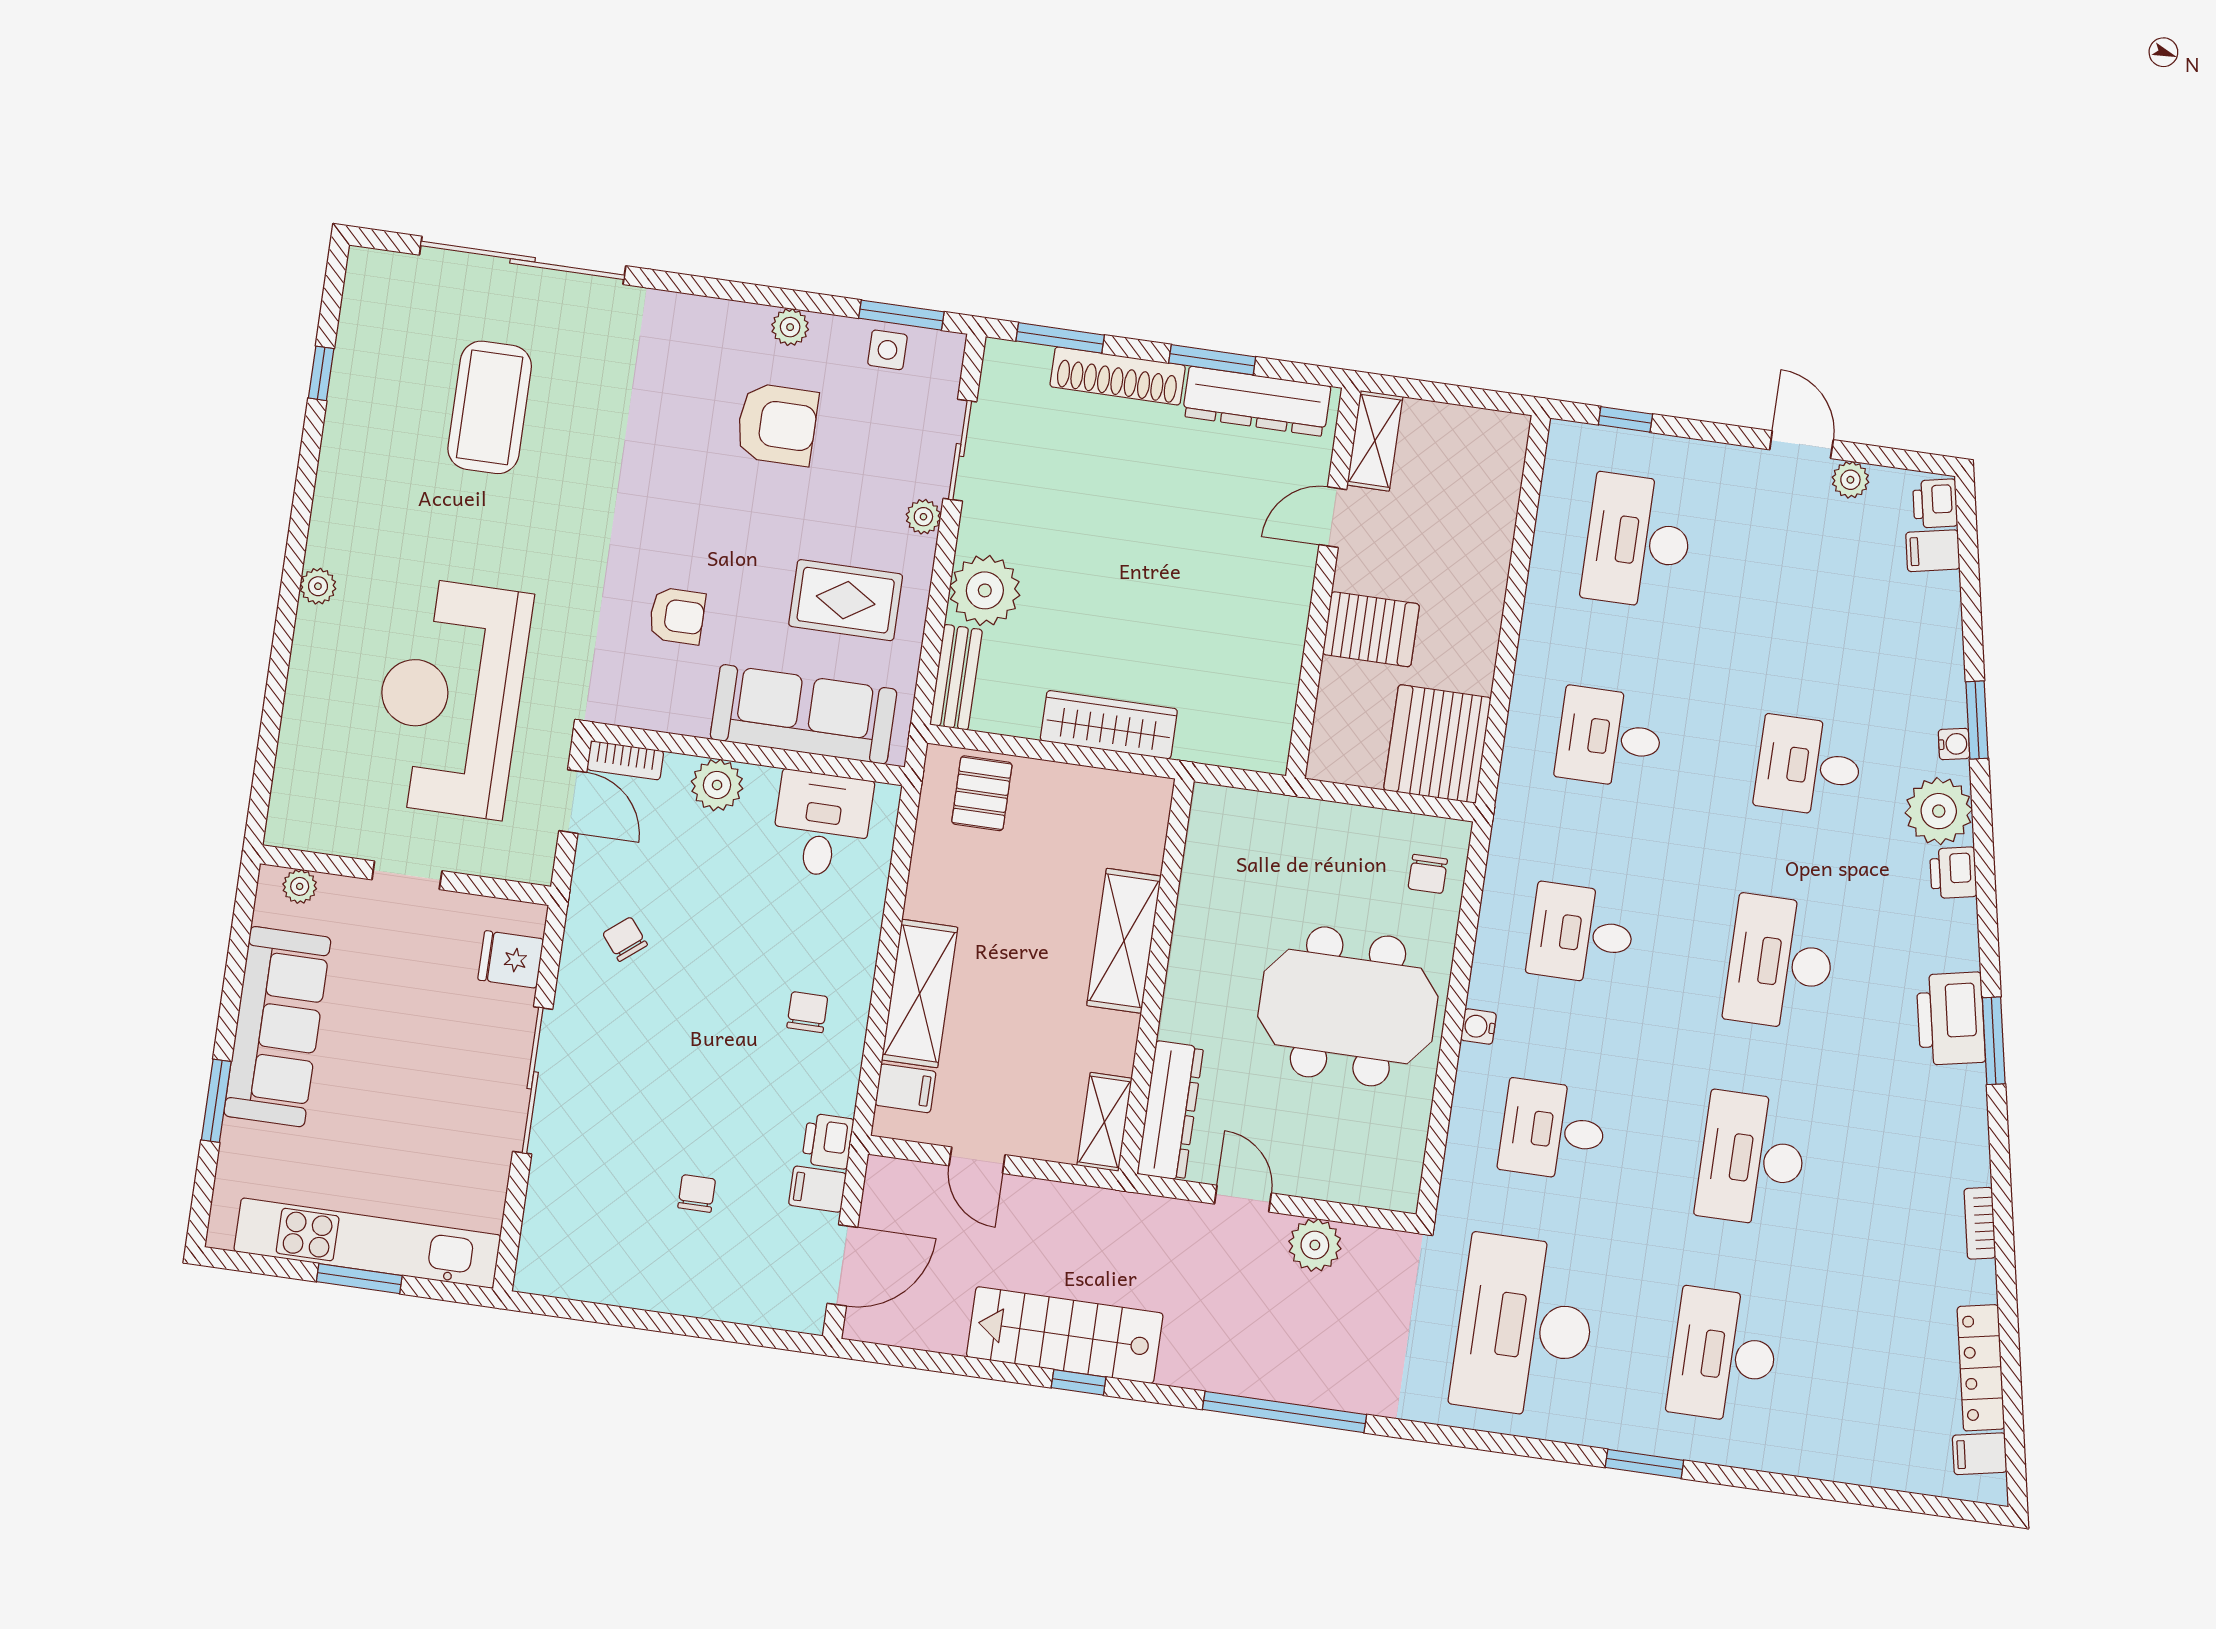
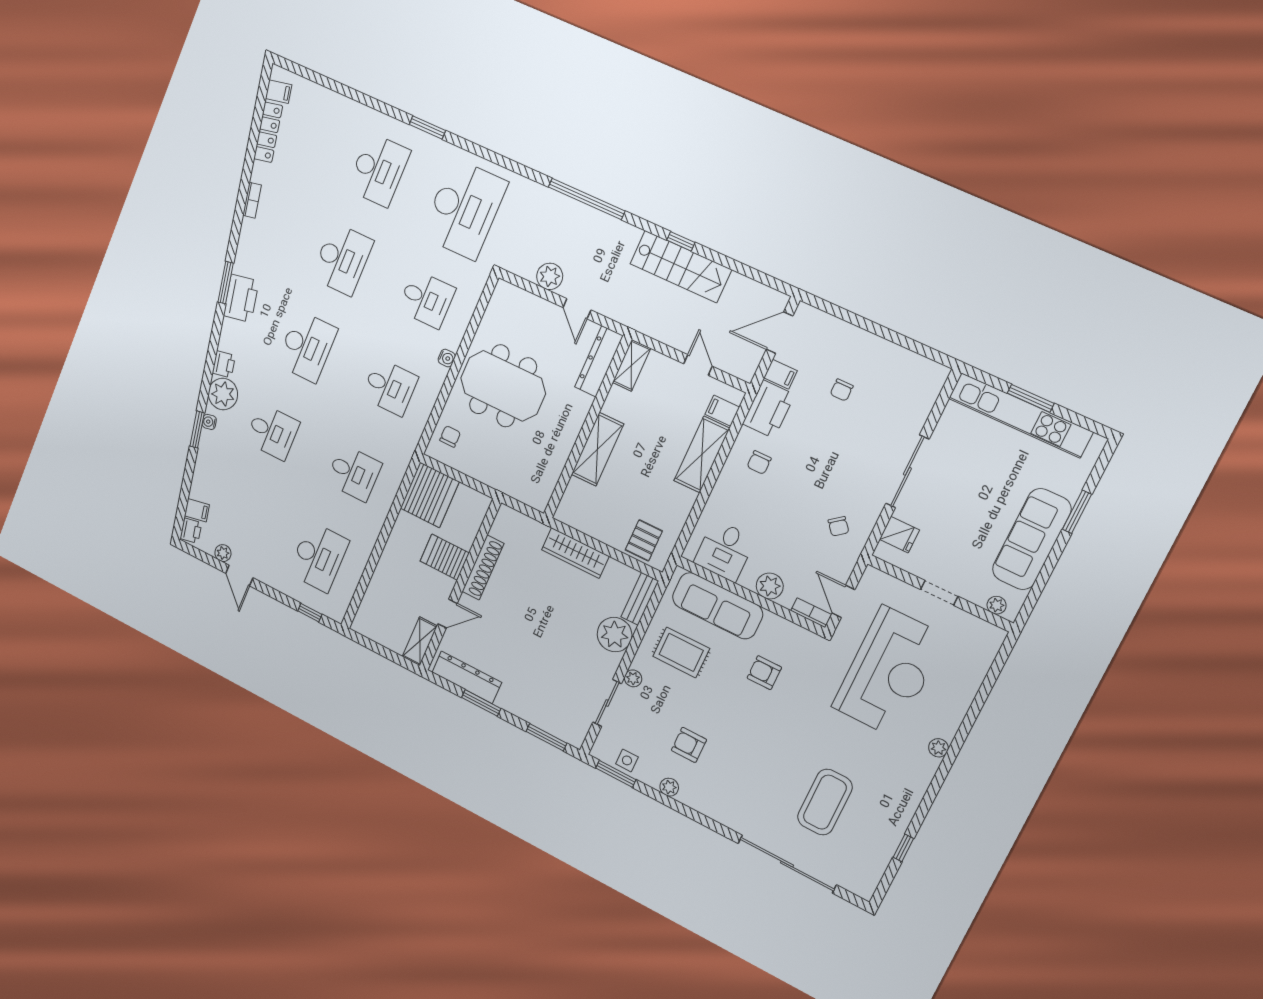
shoe rack: (1118, 376) -> (483, 567), moved, turned 90
armchair: (777, 424) -> (689, 745), width x0.72, depth x0.72
printer: (828, 1141) -> (769, 409), width x1.87, depth x1.48

